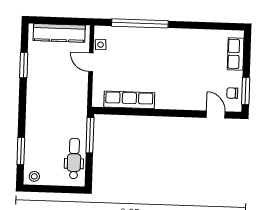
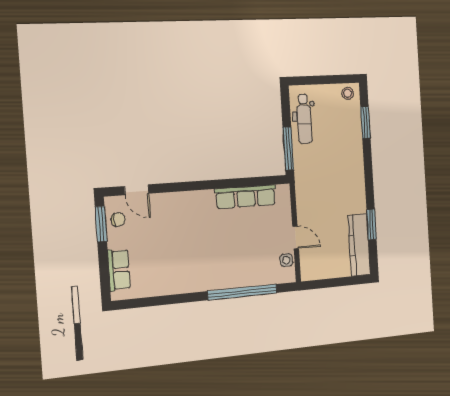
kitchen counter: (59, 33) -> (359, 245), moved, turned -90

